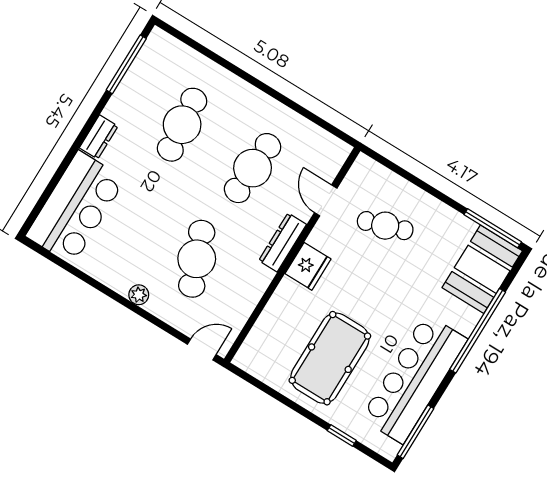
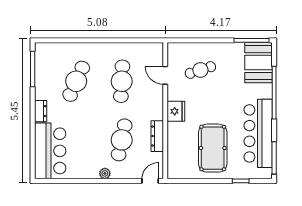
cafe table: (182, 125) -> (76, 81), turned 30
dresser: (283, 242) -> (157, 136), moved
cafe table: (197, 259) -> (122, 140), turned 33

